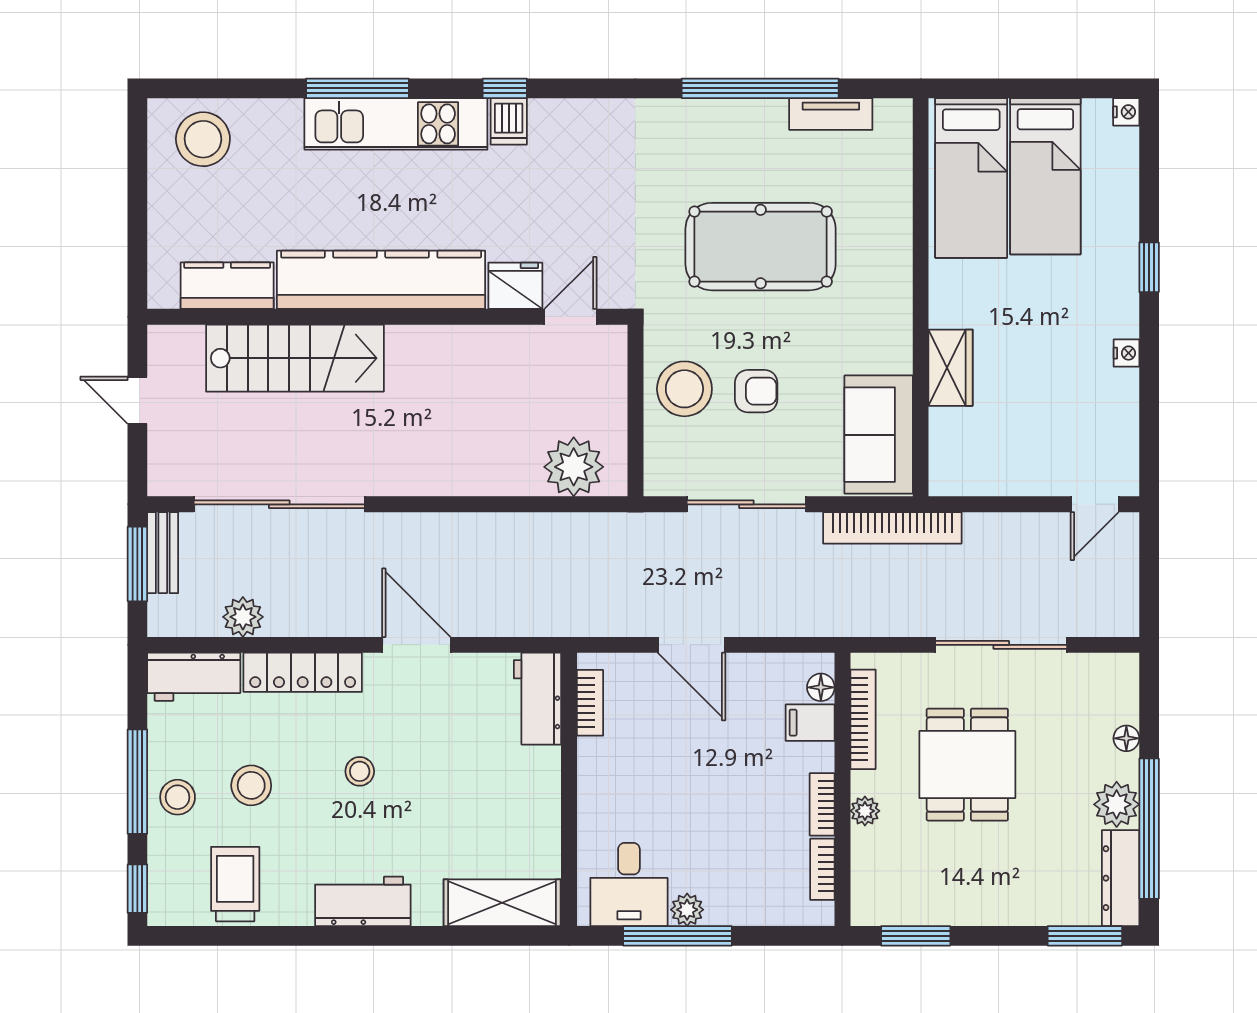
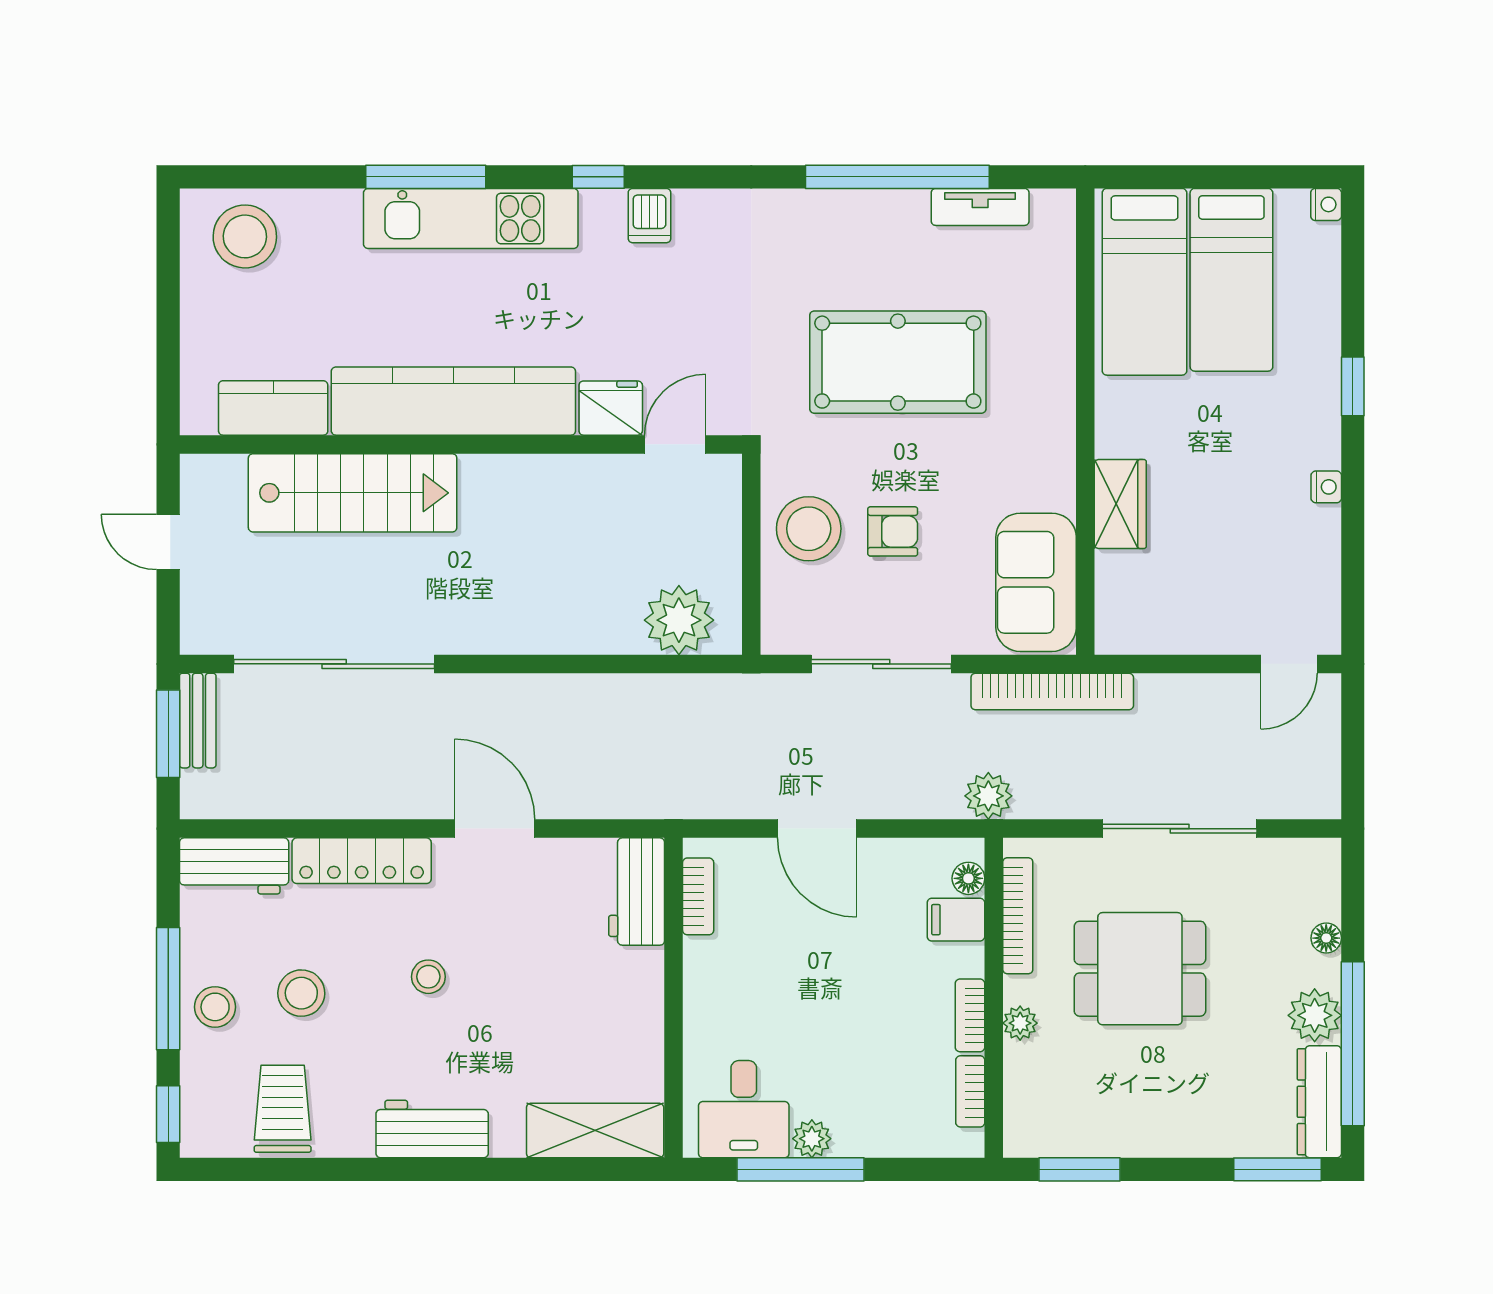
dishwasher: (509, 121) -> (649, 216), moved
plant: (243, 617) -> (988, 796), moved
dining table: (967, 765) -> (1140, 969), turned 90

